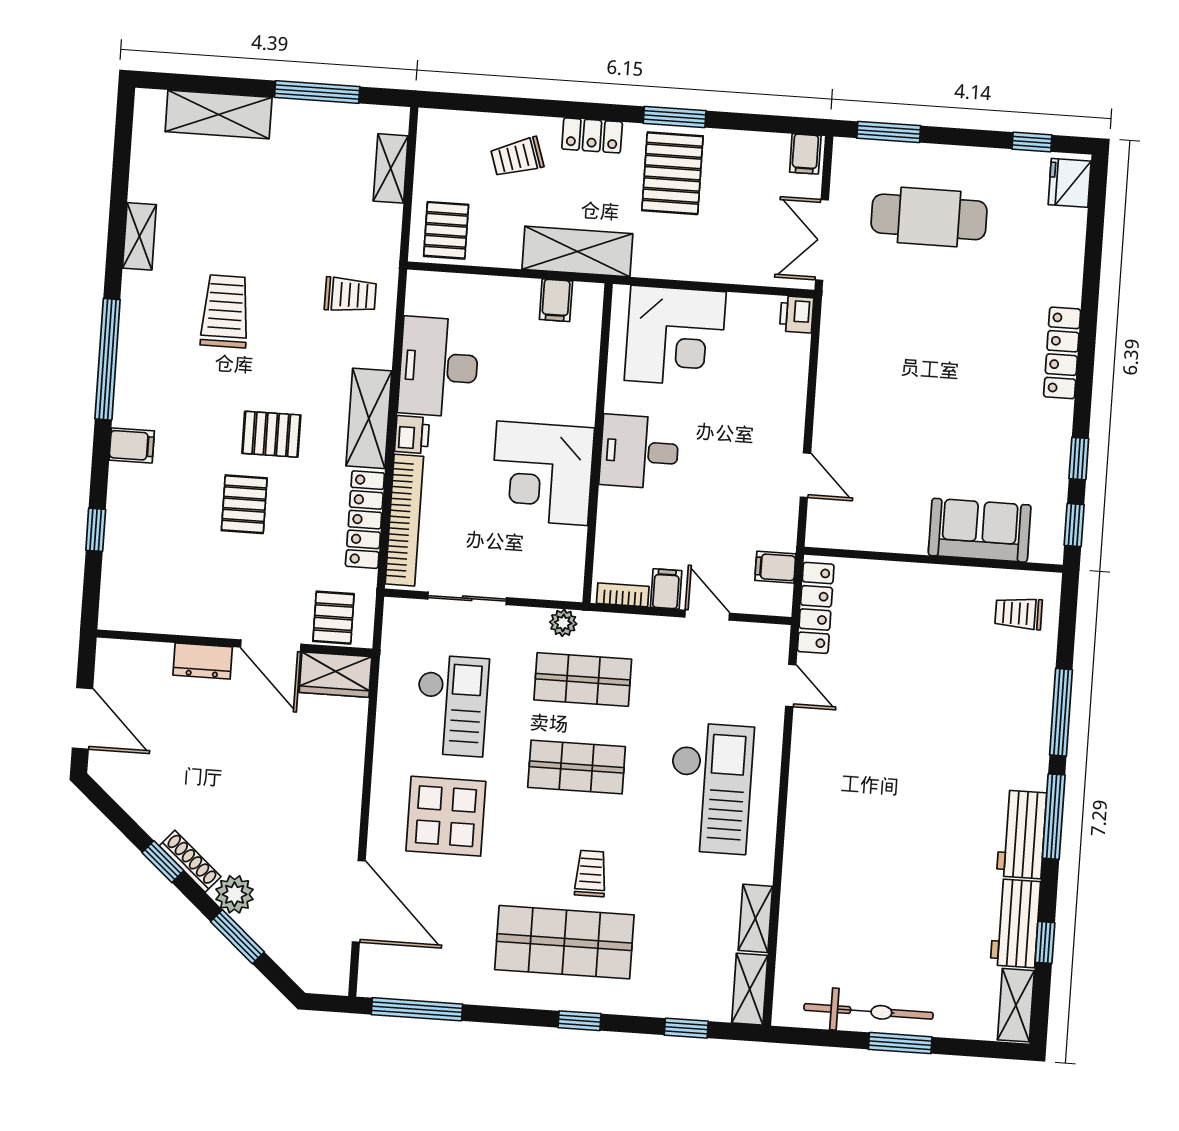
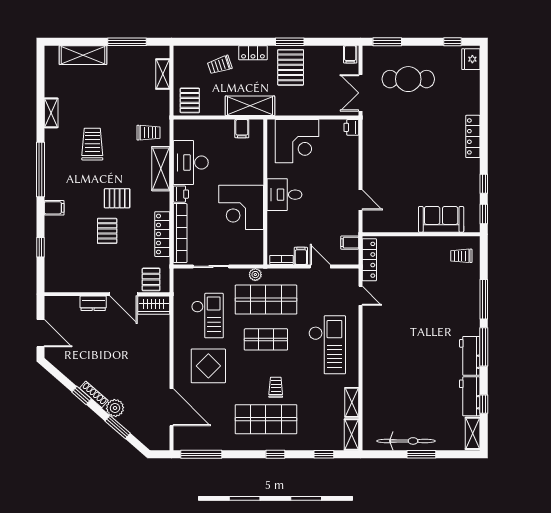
shelving: (369, 418) -> (161, 169), moved
shop shelf: (583, 679) -> (266, 300), width x1.43, depth x1.36

